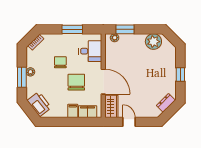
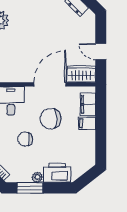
window: (22, 77) -> (30, 188), moved
printer: (39, 104) -> (57, 173), moved, turned 38
door: (129, 122) -> (101, 52), hinge flipped

